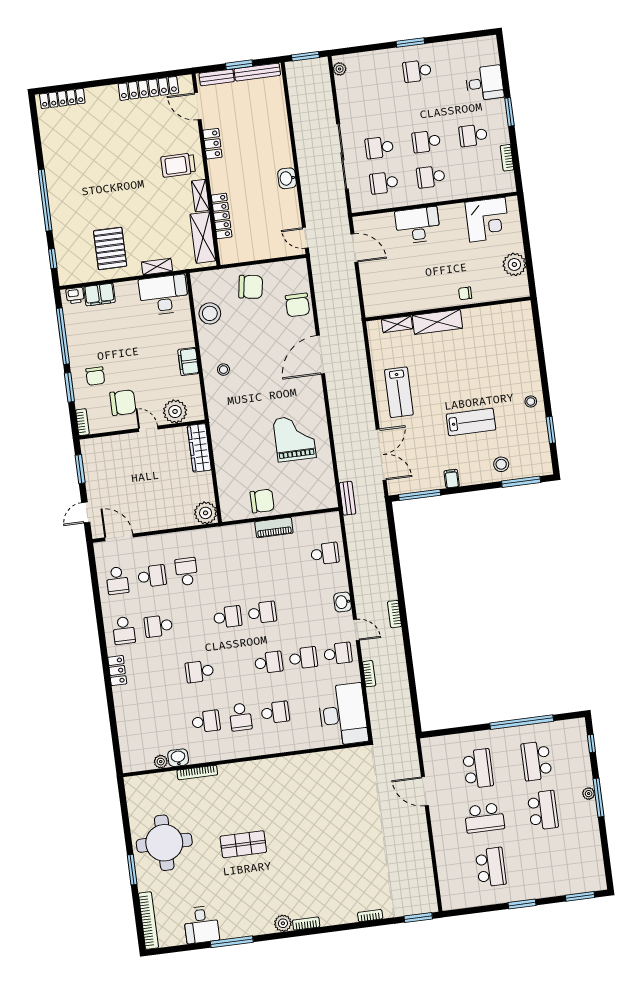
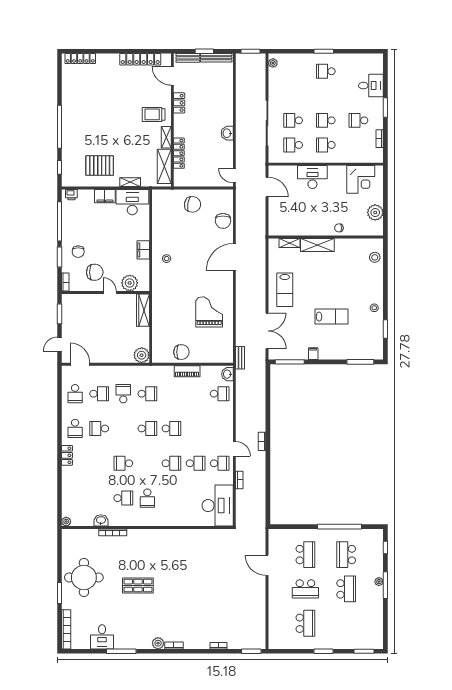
pallet: (110, 248) -> (100, 166), turned 90
filing cabinet: (100, 295) -> (105, 196), moved
stool: (210, 313) -> (162, 219), removed
stool: (501, 464) -> (375, 257), moved
washbasin: (343, 602) -> (227, 374), moved
school desk: (275, 712) -> (147, 394), moved
plant: (161, 762) -> (66, 522), moved

